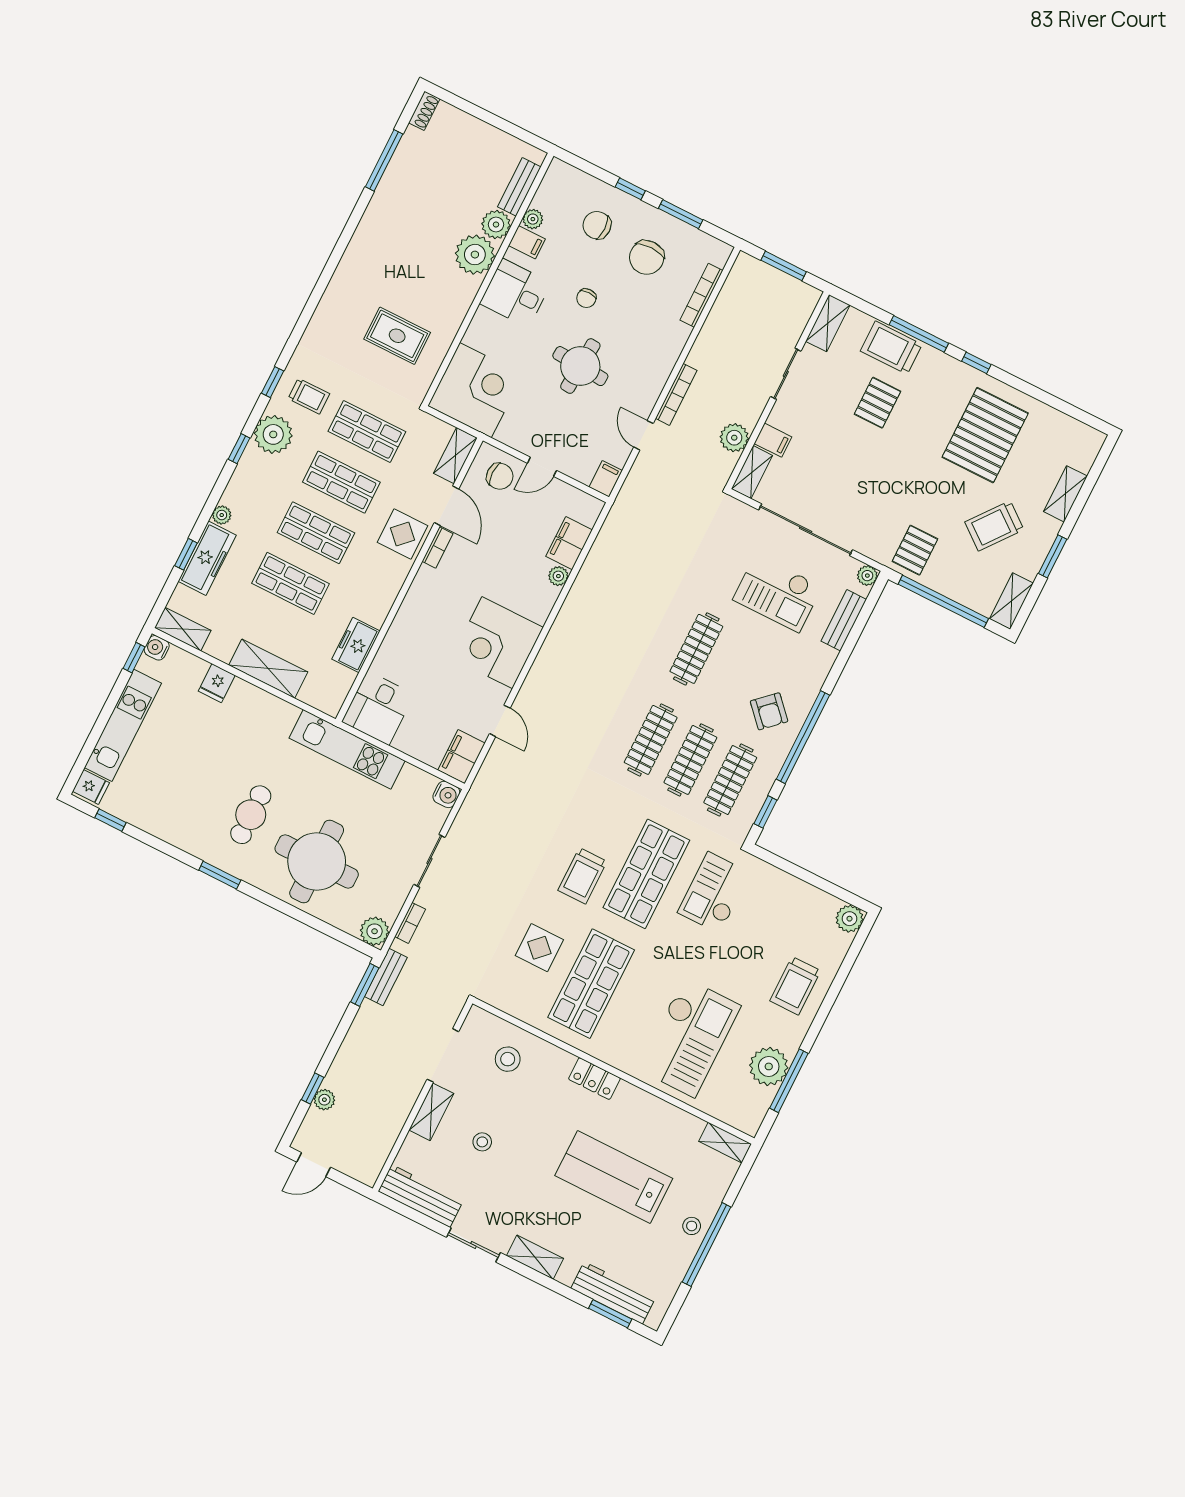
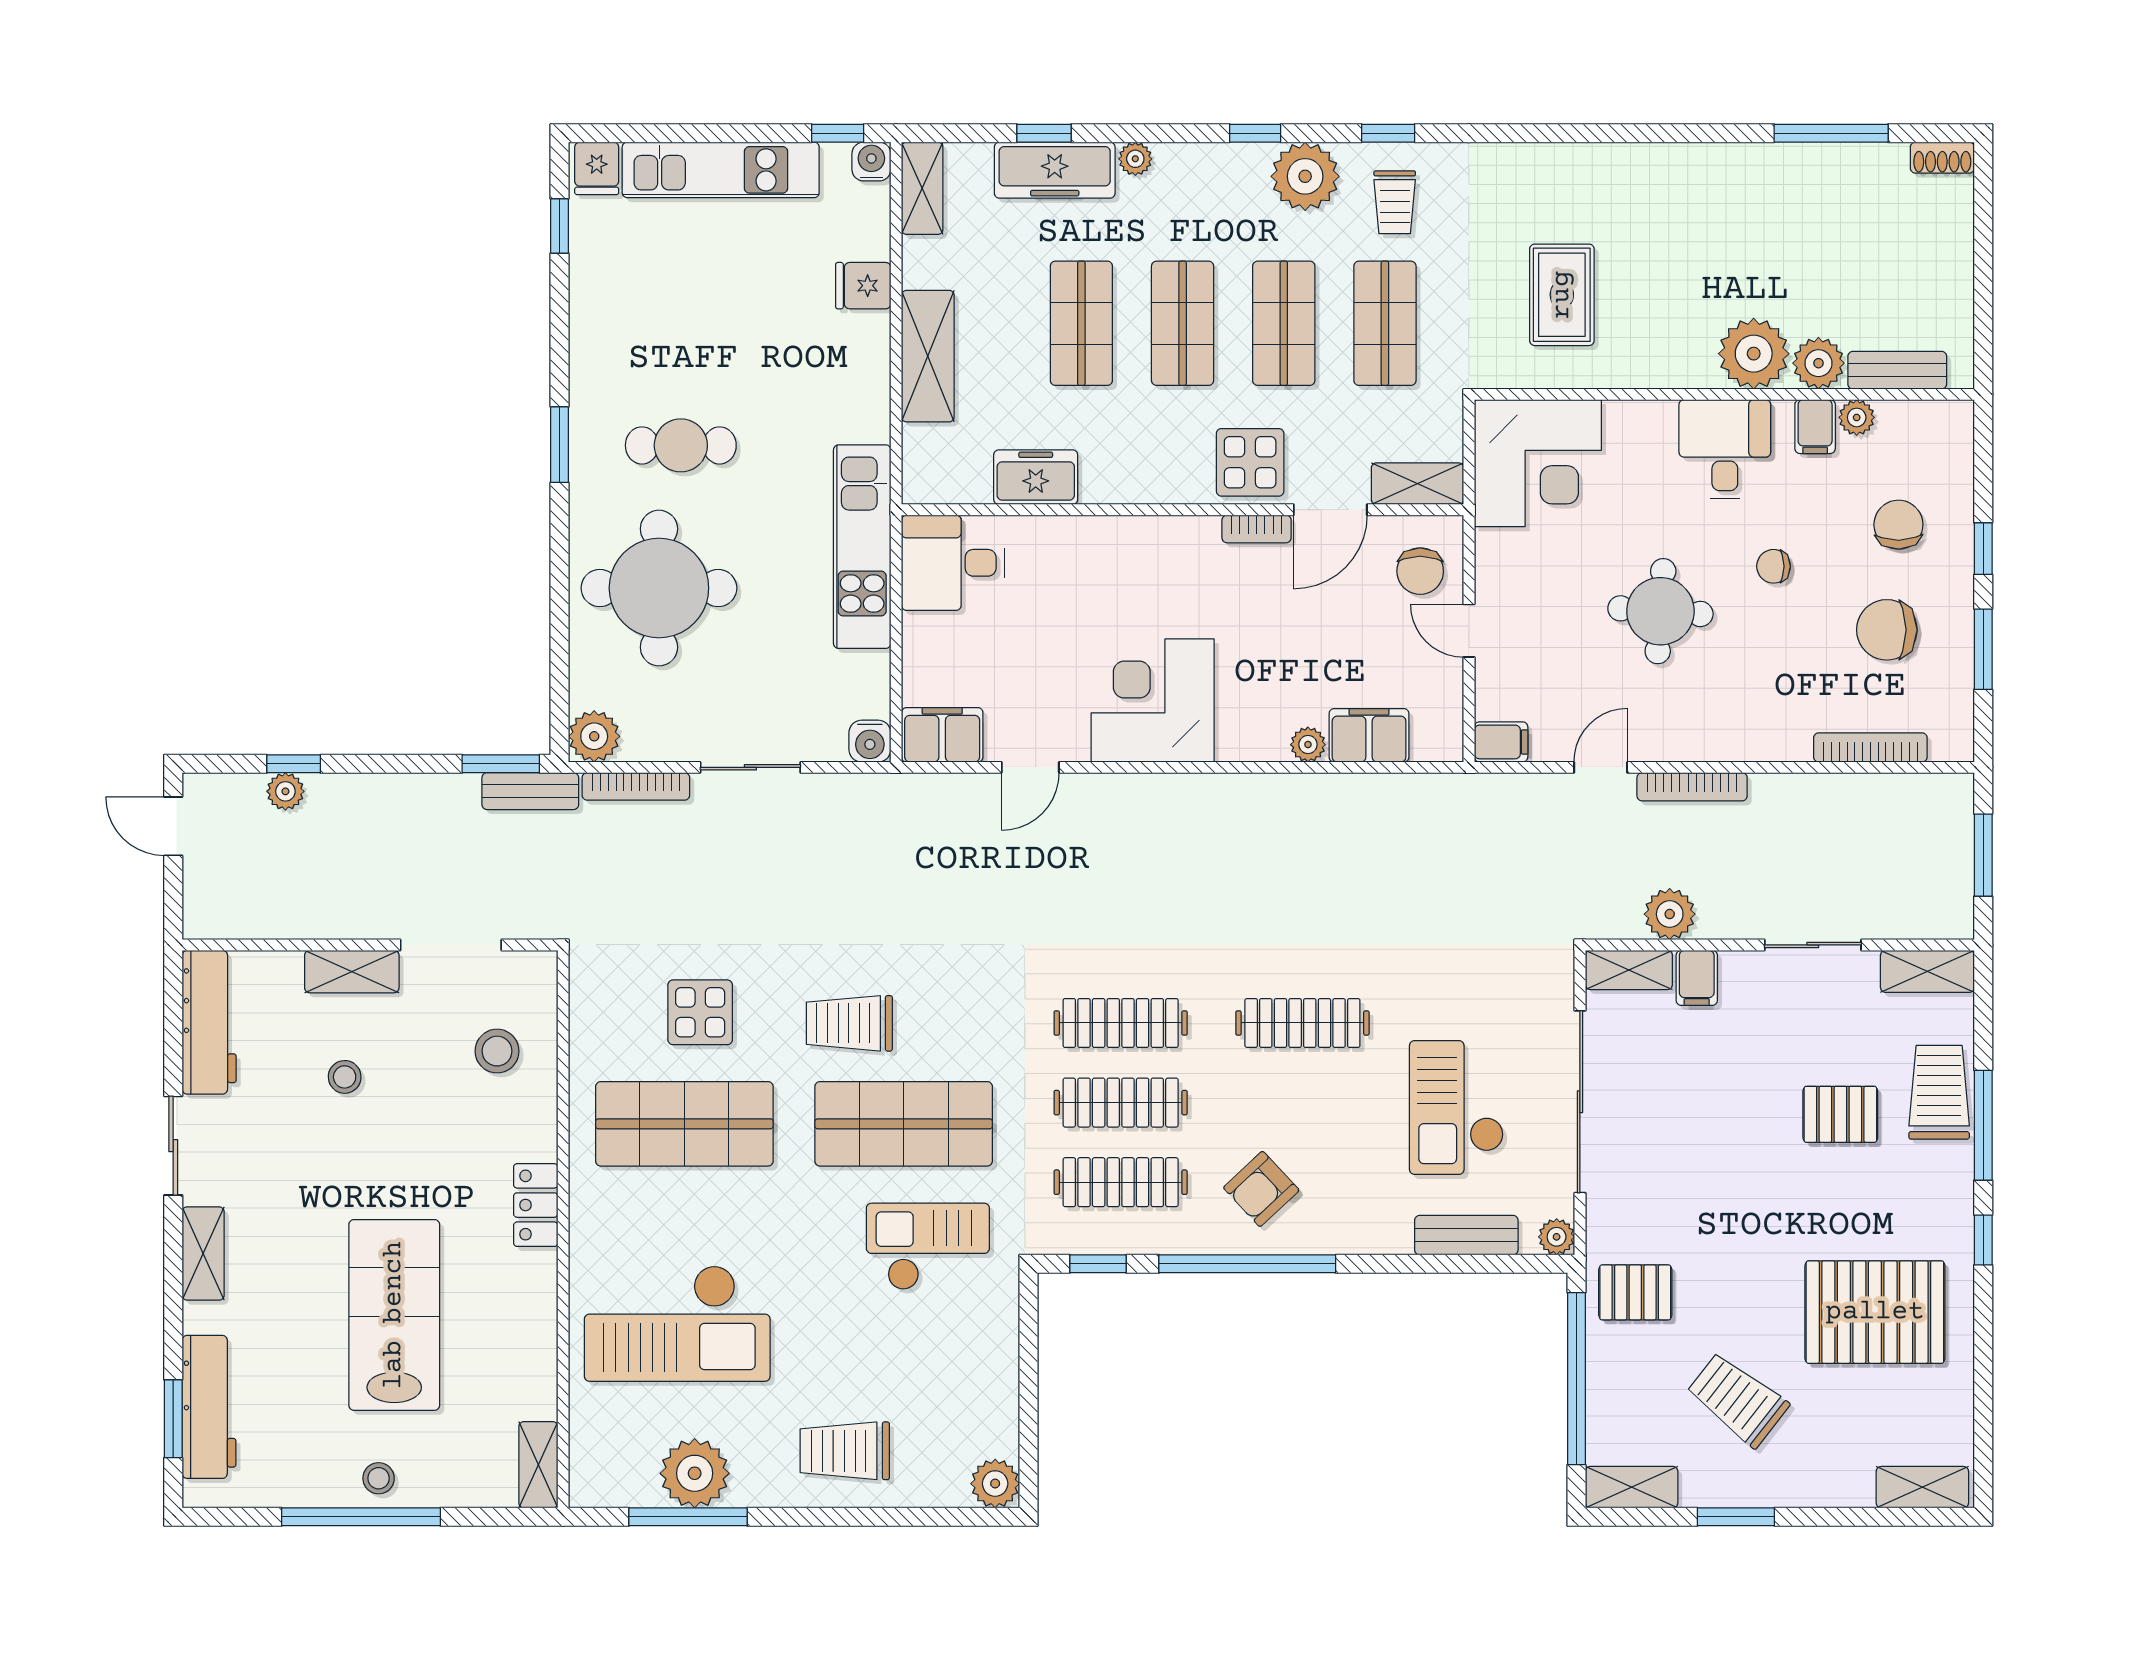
shelving: (1065, 494) -> (1922, 1487), moved
bookcase: (410, 923) -> (636, 786), width x1.56

